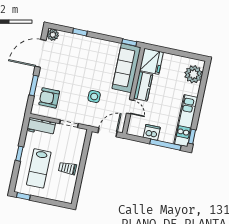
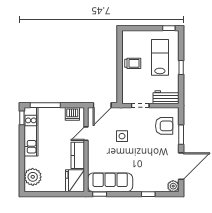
sofa: (126, 68) -> (110, 182), moved, turned -90
door: (130, 107) -> (86, 134), hinge flipped
dishwasher: (152, 132) -> (72, 114), moved

